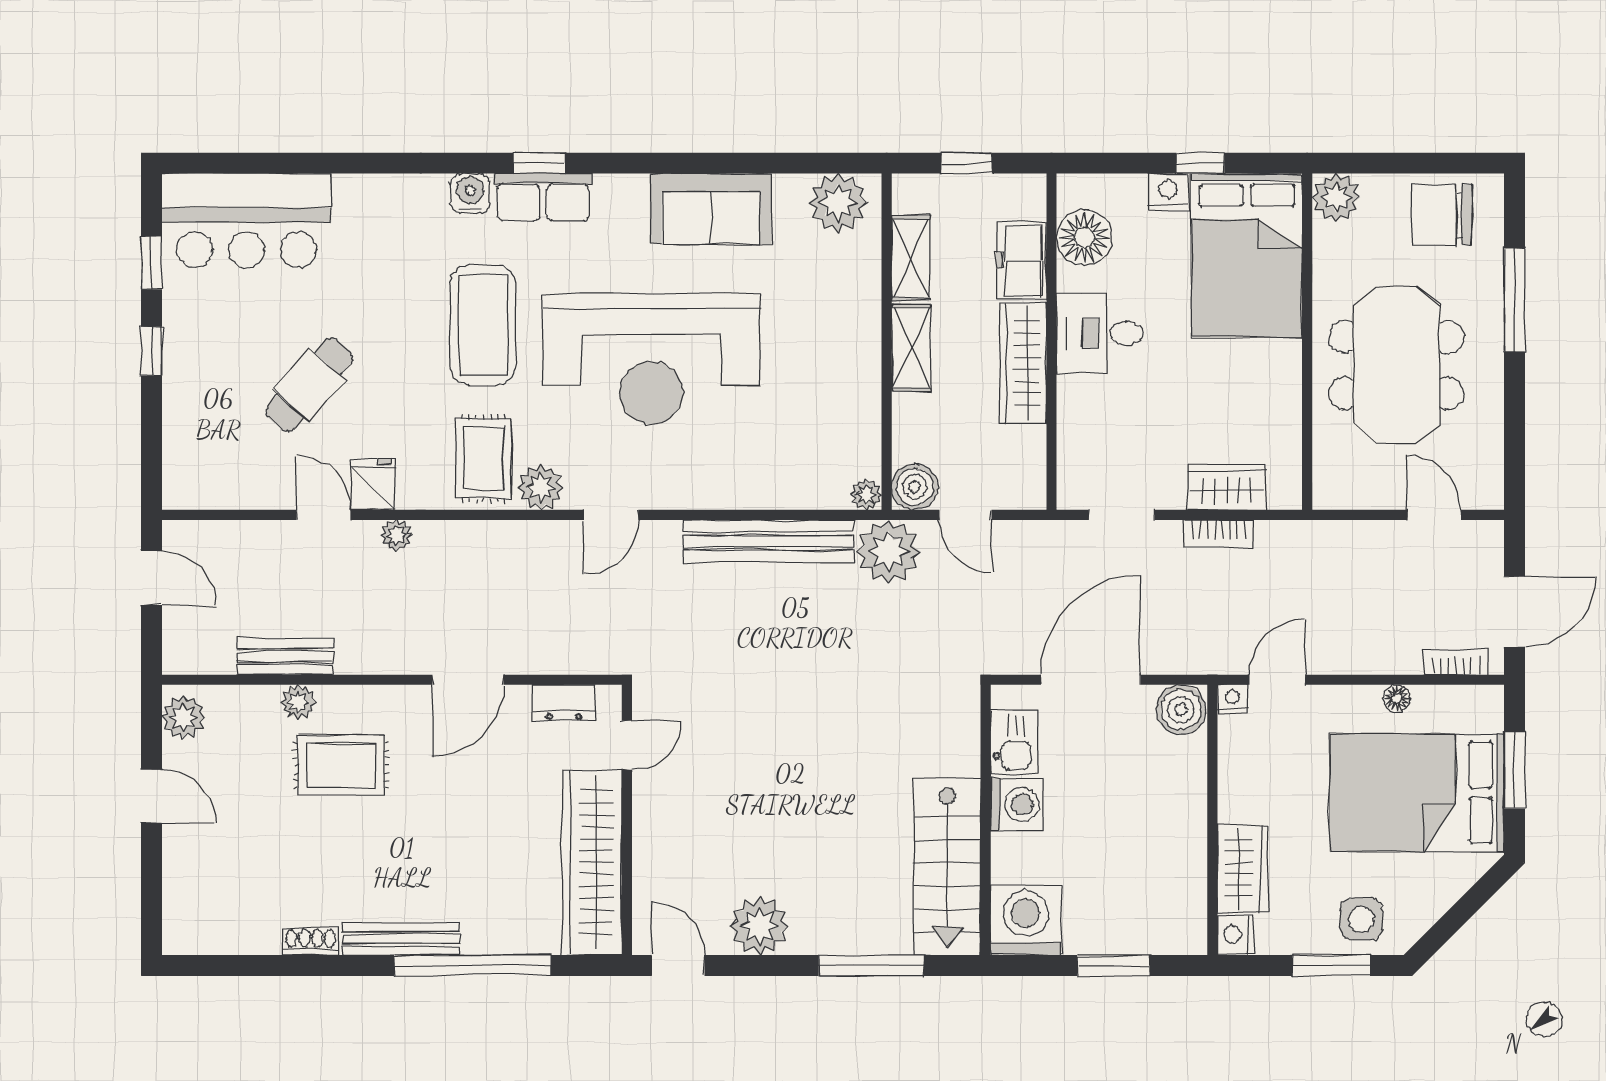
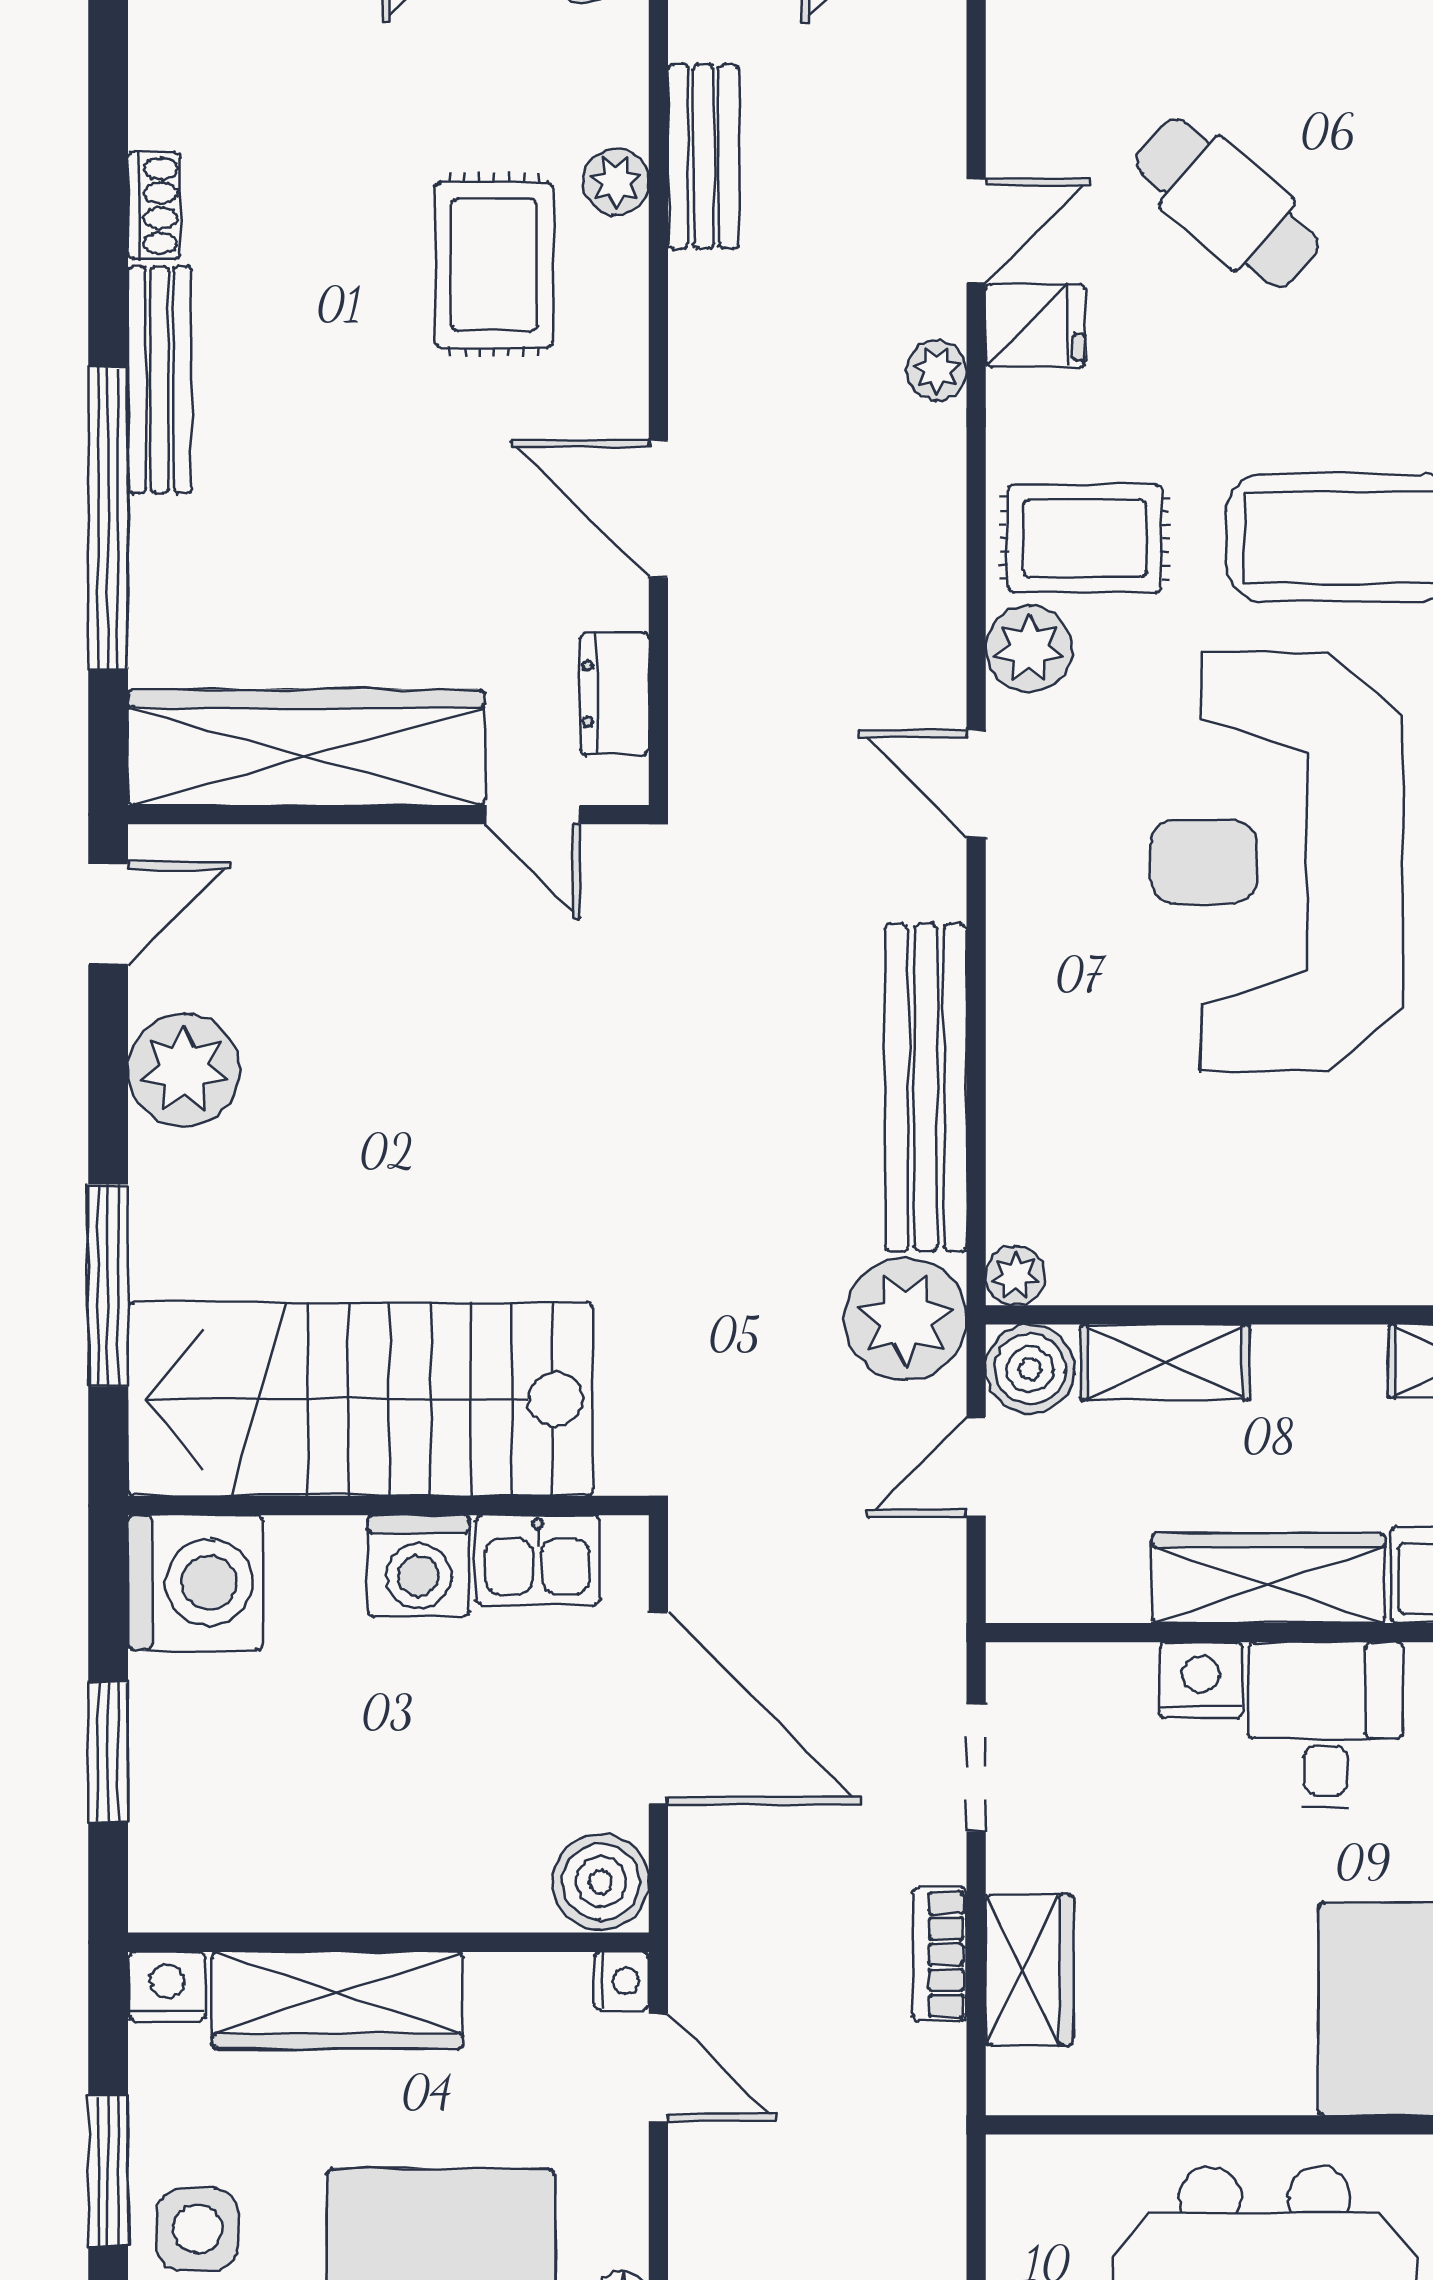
shelving: (911, 348) -> (1165, 1362), moved
nightstand: (1076, 398) -> (1201, 1680), added
stairs: (947, 867) -> (360, 1399), width x1.36, depth x1.51
wardrobe: (1242, 868) -> (337, 2000), width x1.50

